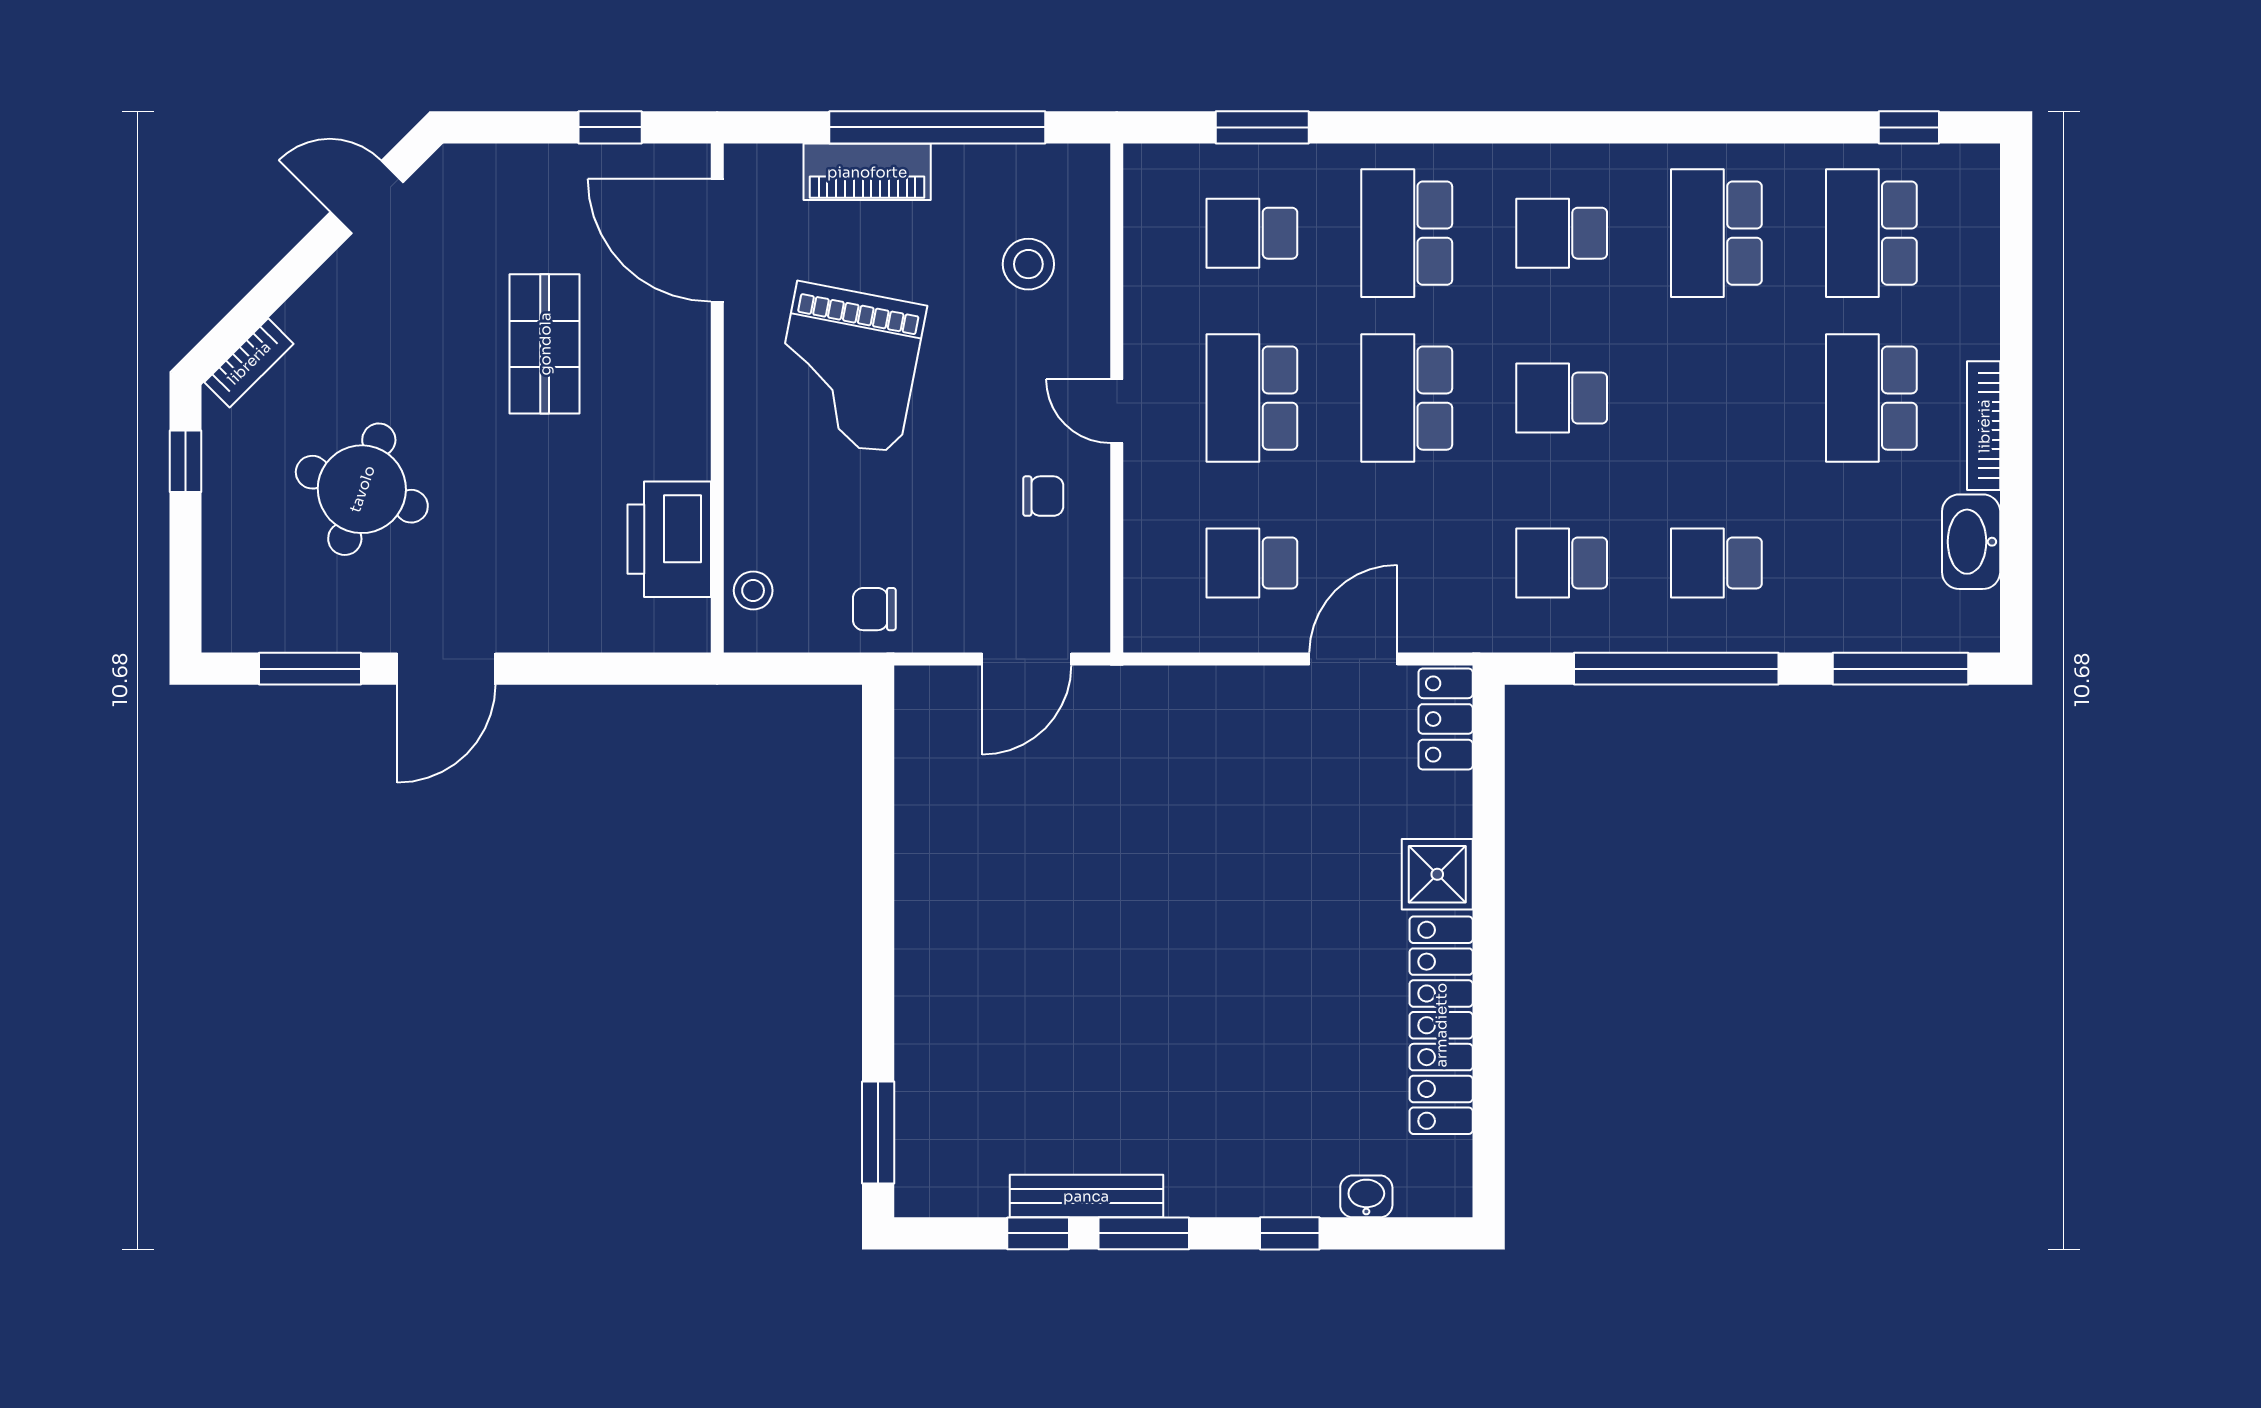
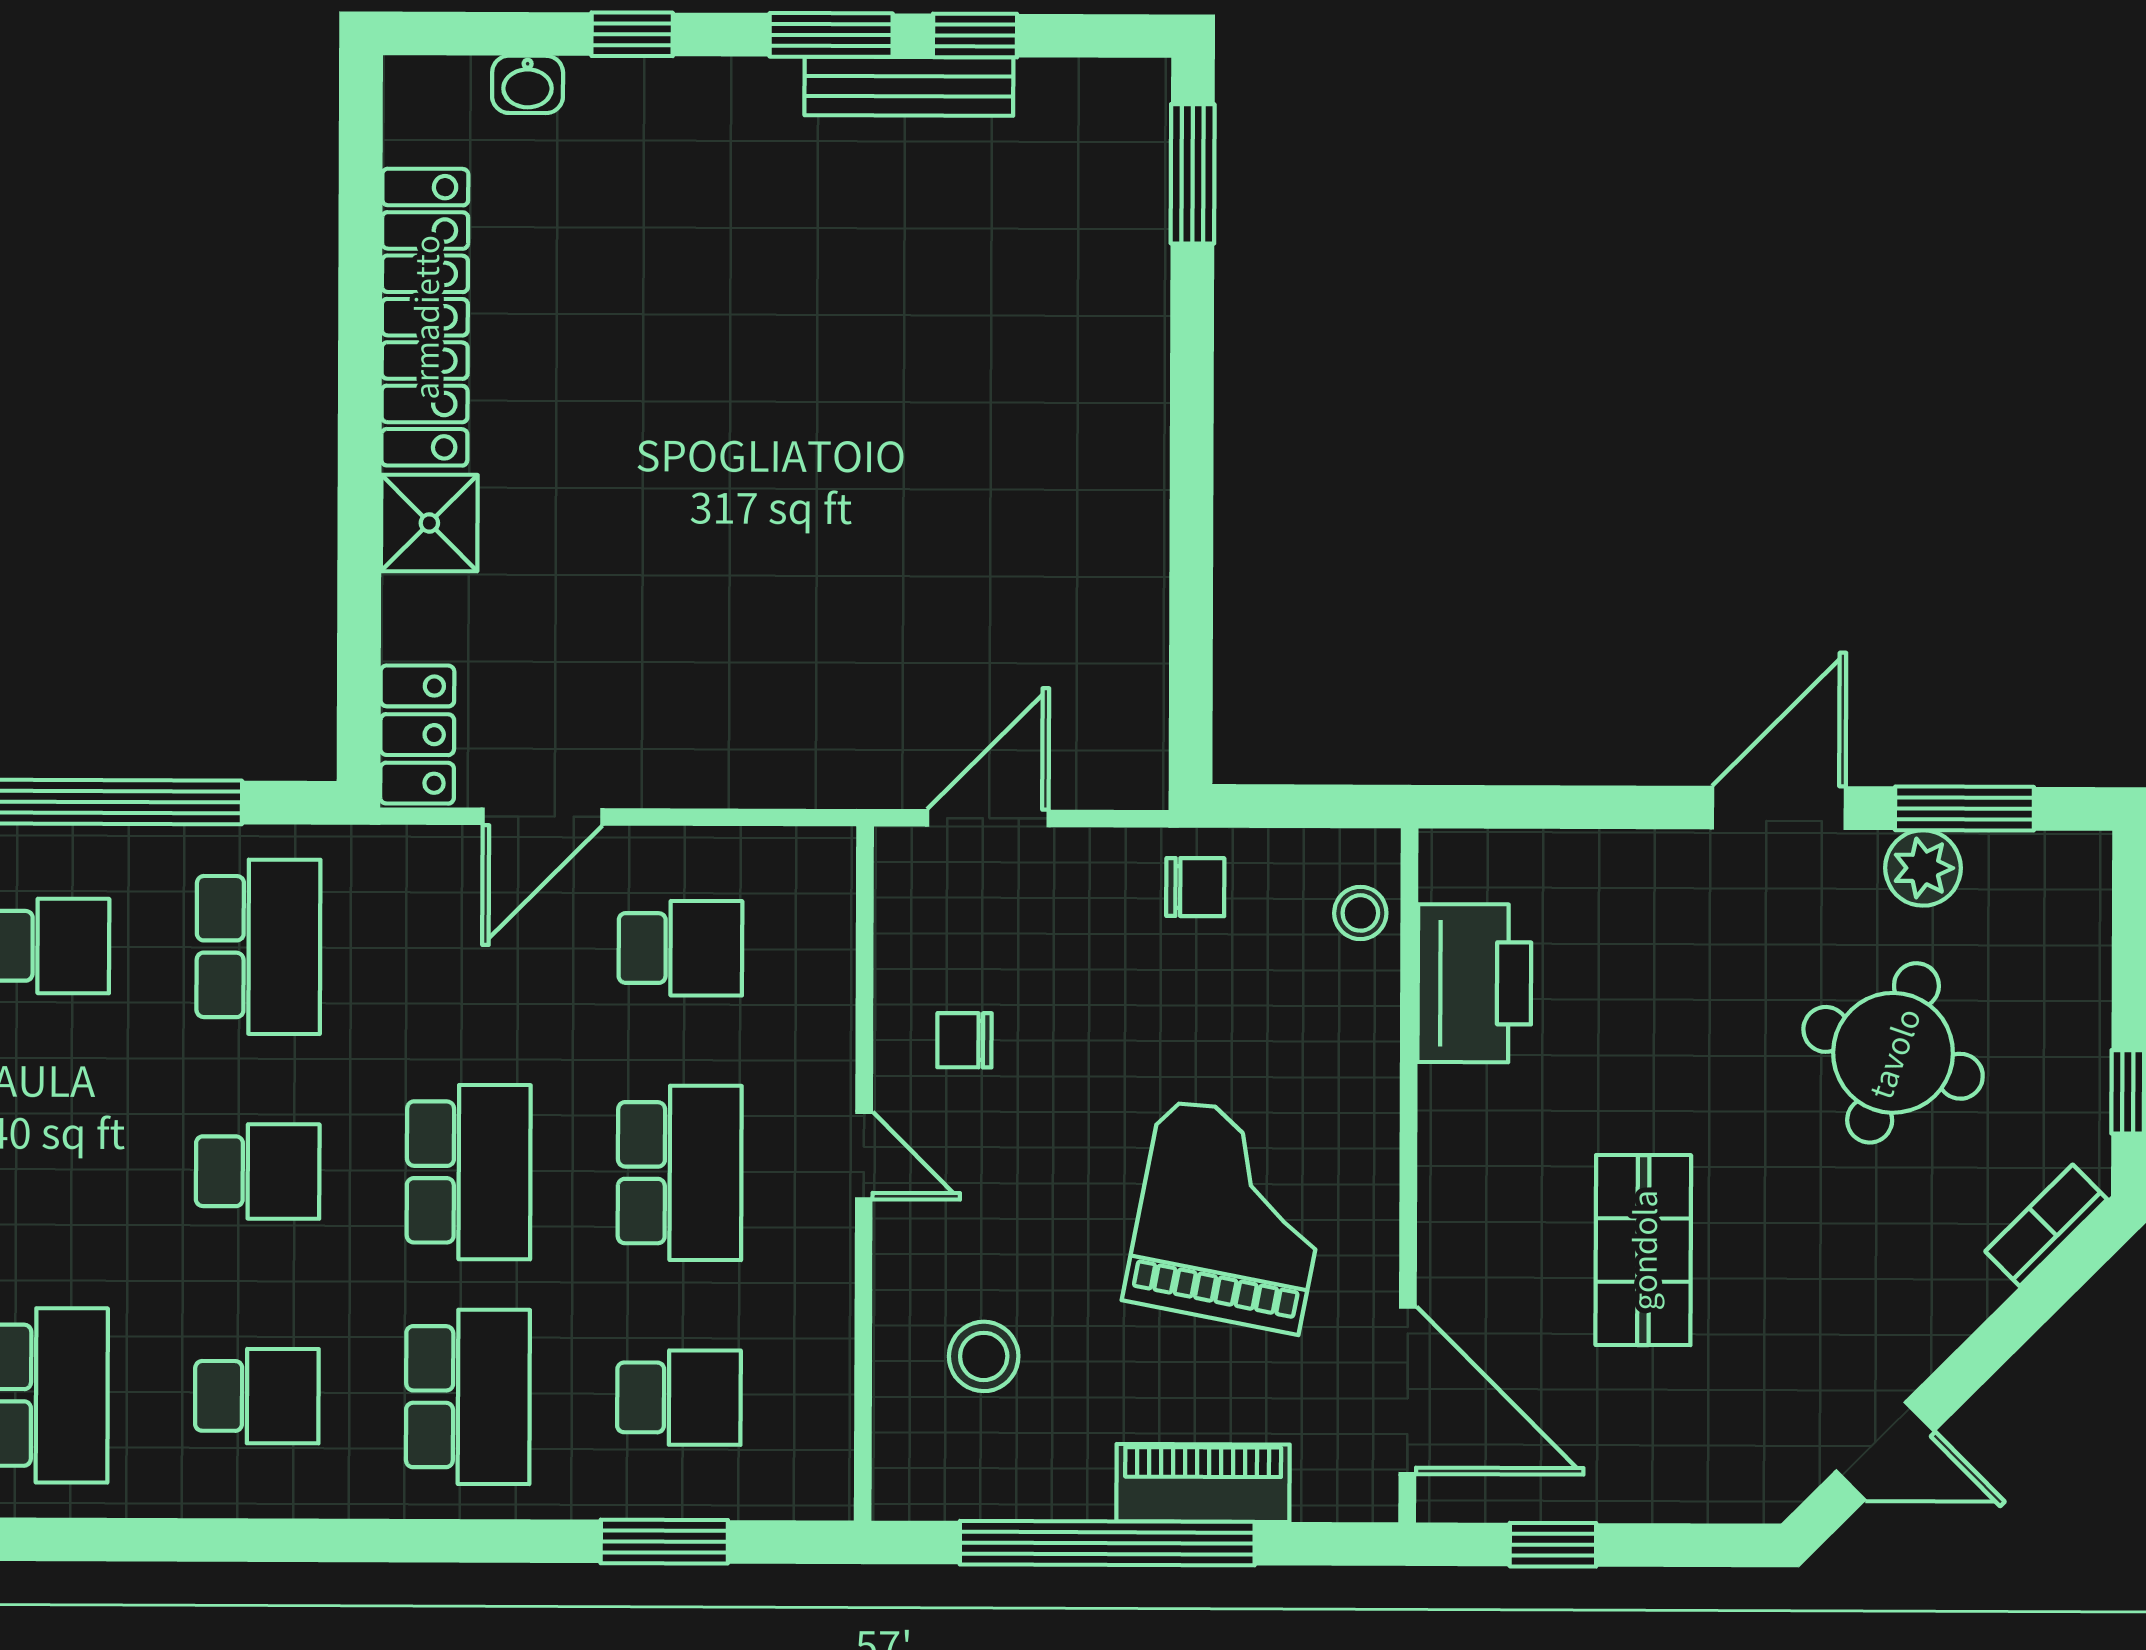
school desk: (1562, 563) -> (258, 947), width x1.85
plant: (340, 625) -> (1923, 868), added

